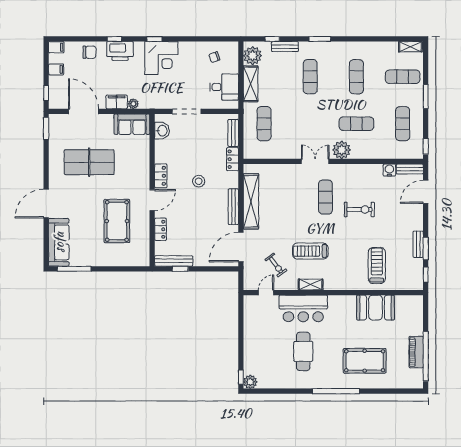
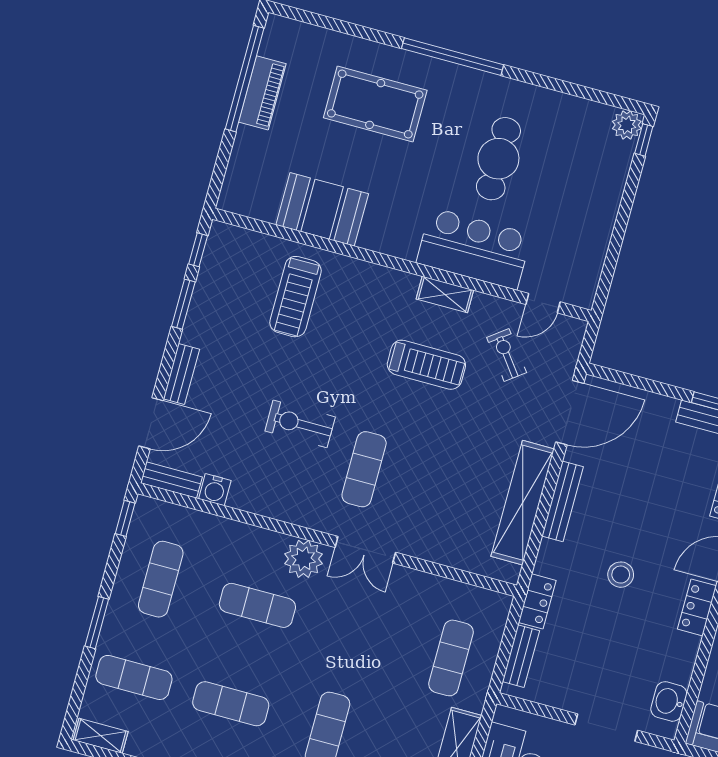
exercise mat: (356, 77) -> (231, 704), turned 90
bench: (418, 244) -> (181, 374), moved

